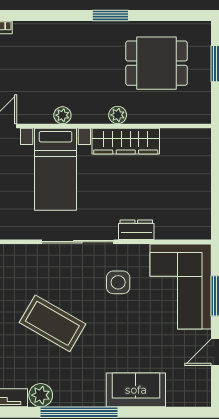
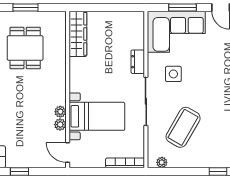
plant: (118, 115) -> (60, 125), moved
wardrobe: (126, 141) -> (78, 34), moved
coffee table: (52, 323) -> (183, 127), moved

